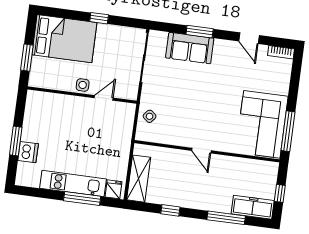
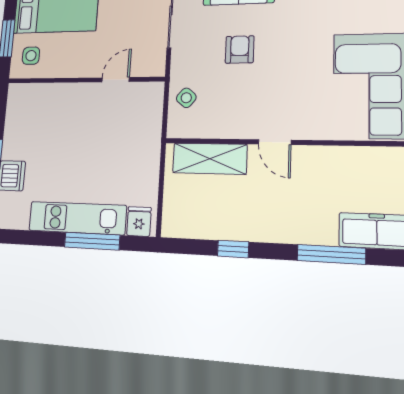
side table: (83, 85) -> (31, 56), moved
armchair: (186, 90) -> (240, 49), added
shelving: (139, 179) -> (210, 159), moved, turned 90

